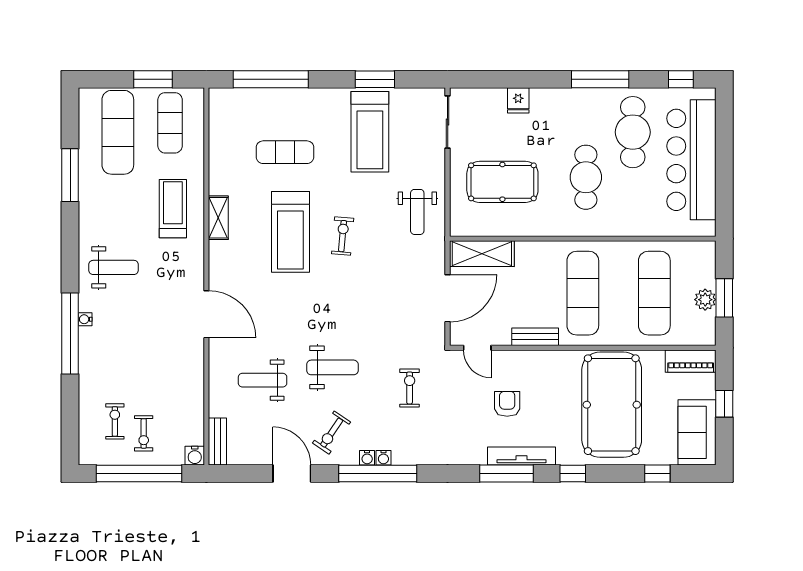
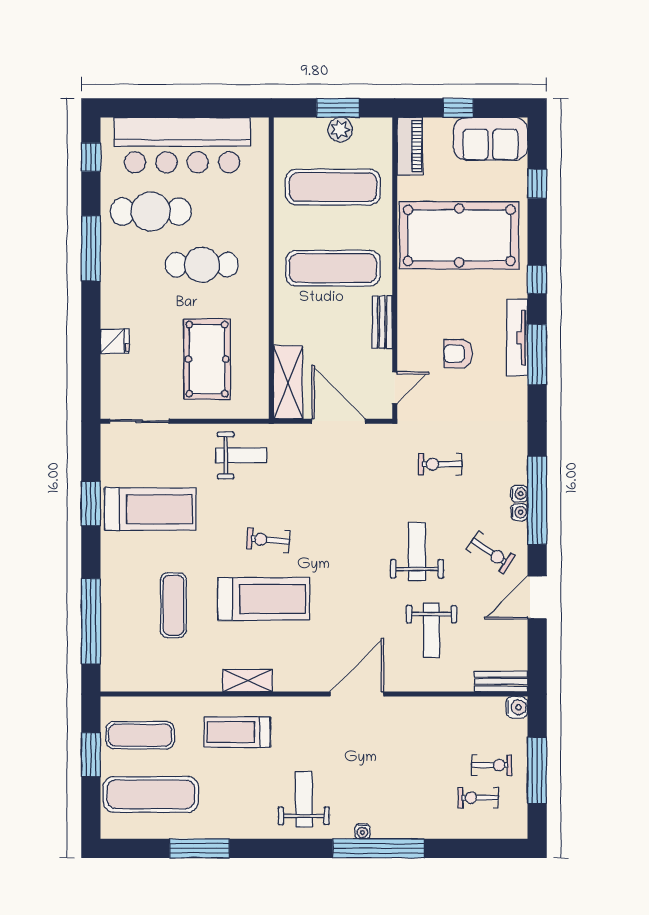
window: (139, 474) -> (537, 770), width x0.68

